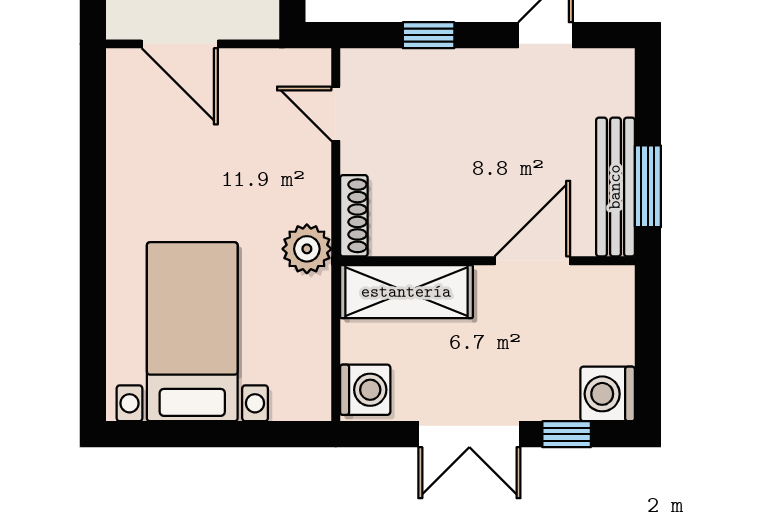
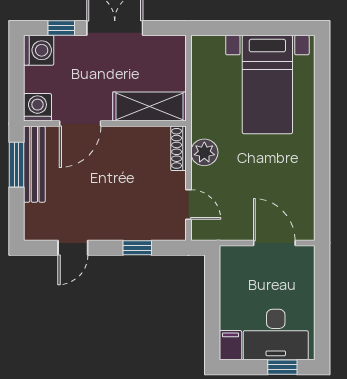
plant: (307, 249) -> (204, 152), moved
washing machine: (365, 390) -> (37, 107), moved, turned 90

